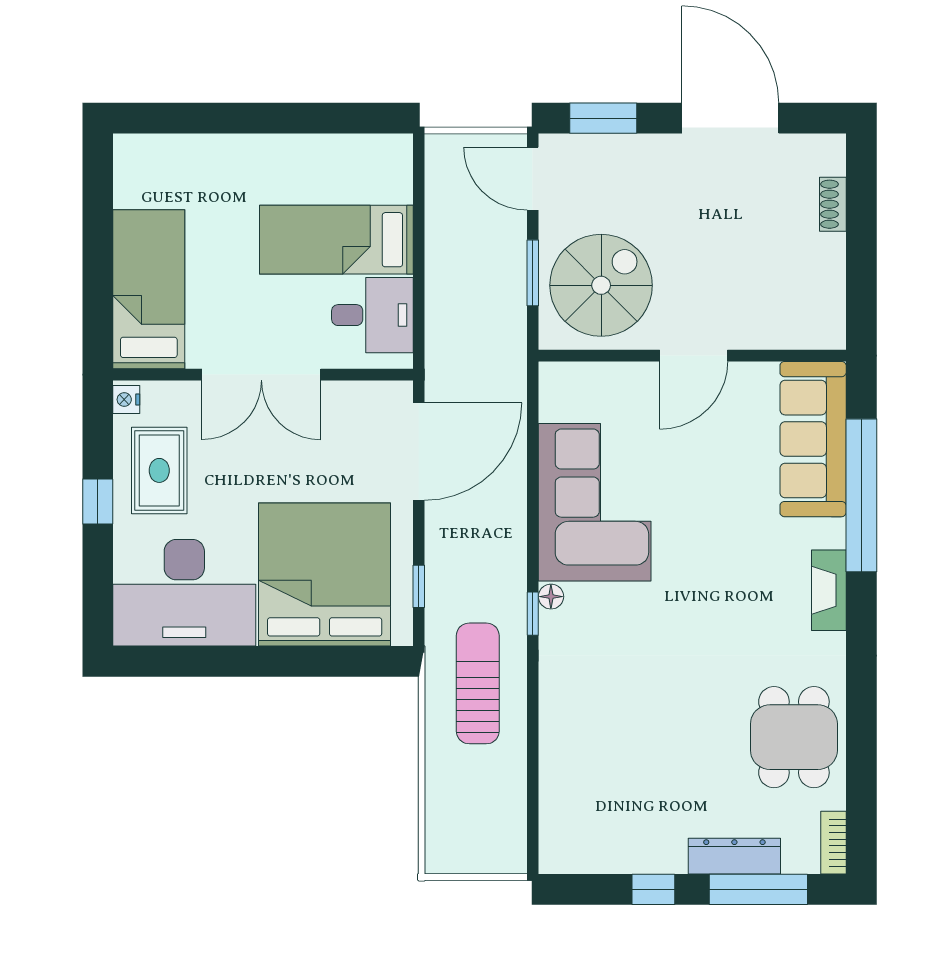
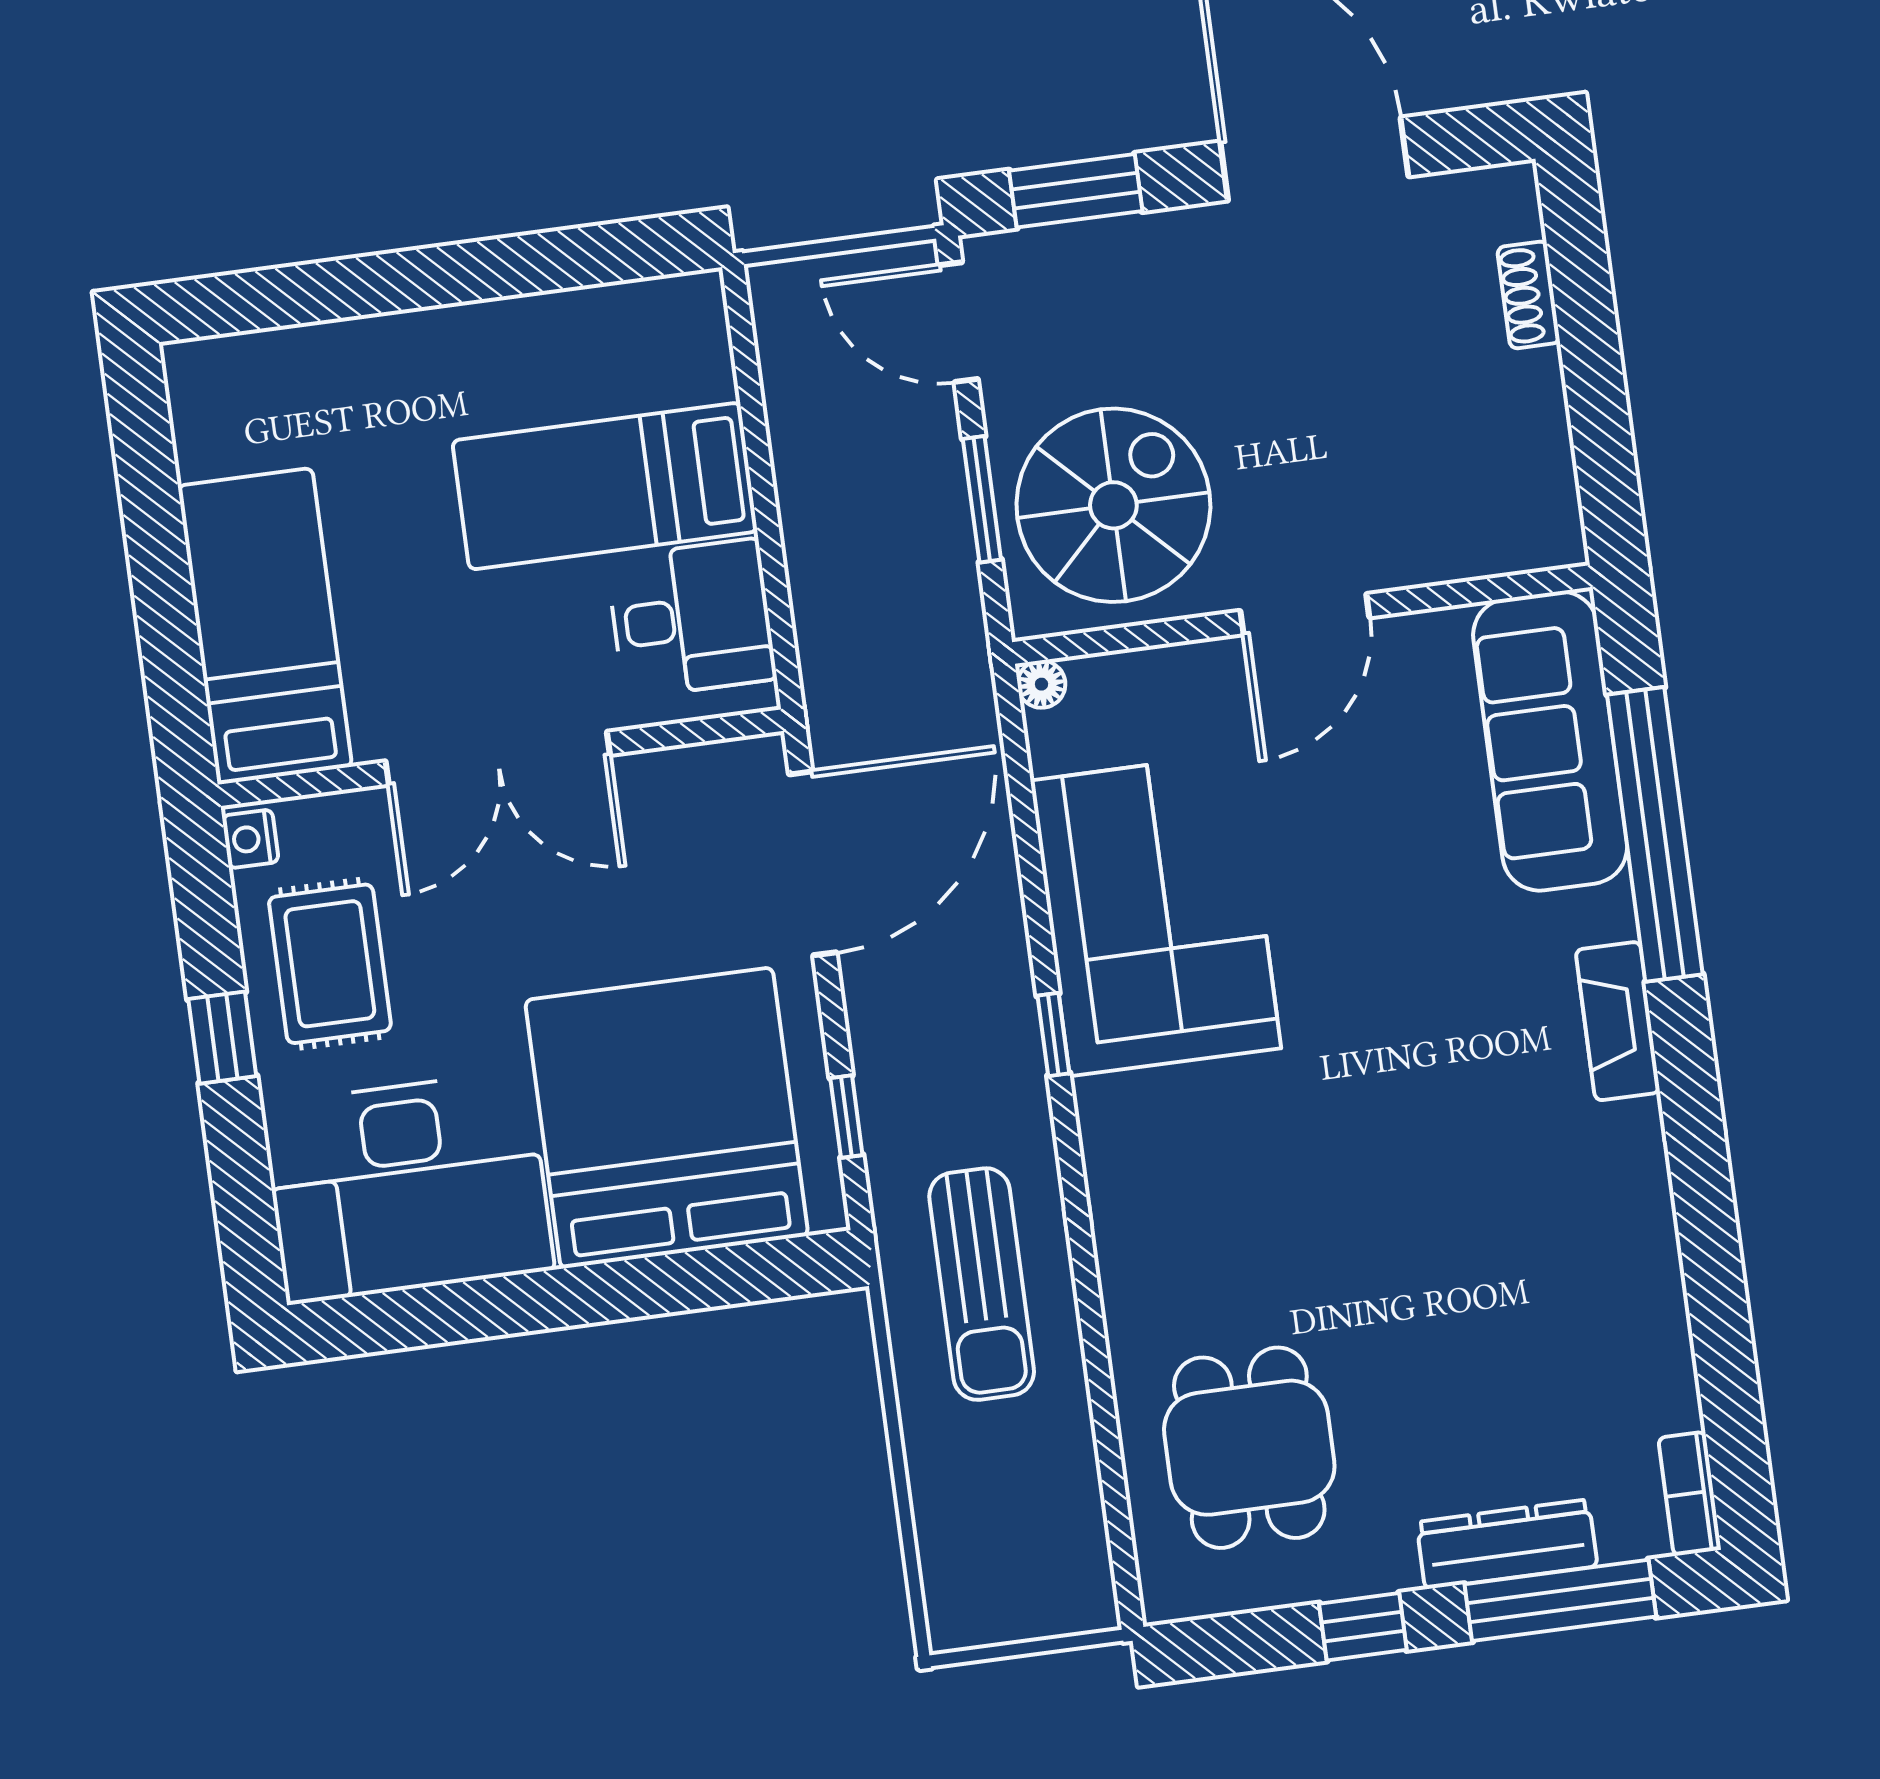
floor lamp: (551, 597) -> (1041, 684), moved
window: (533, 614) -> (1053, 1035), moved
sun lounger: (478, 683) -> (982, 1284), turned 180
dining table: (794, 737) -> (1249, 1448), moved

